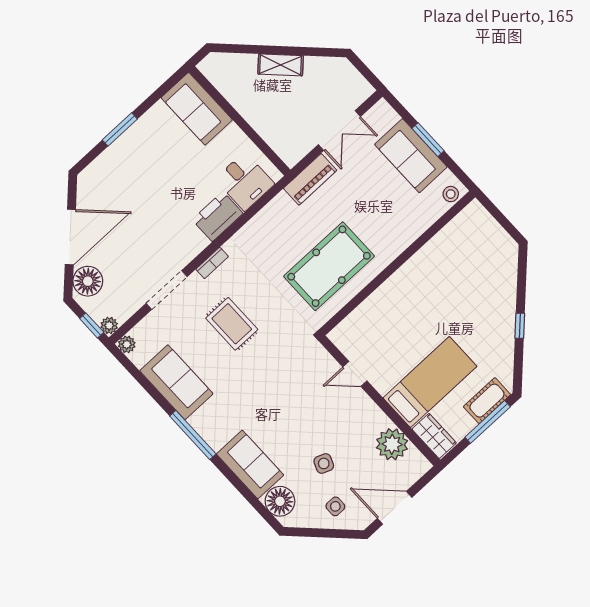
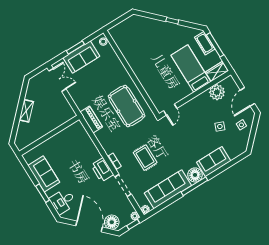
sofa: (197, 109) -> (44, 174), moved, turned -90
double door: (339, 131) -> (57, 80), moved
piano: (310, 179) -> (91, 120), moved
desk: (245, 182) -> (63, 201), moved, turned 180
printer: (218, 216) -> (102, 170), moved
rug: (232, 324) -> (145, 158), turned 90
door: (355, 374) -> (170, 110), moved
sofa: (176, 382) -> (168, 189), width x1.36
floor lamp: (280, 501) -> (195, 175), moved

